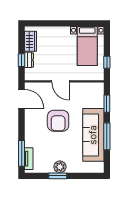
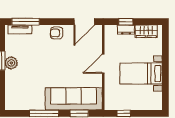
bed with nightstands: (87, 46) -> (141, 74), moved
armchair: (58, 121) -> (57, 33), moved, width x0.53, depth x0.53
sofa: (93, 135) -> (74, 99), moved

